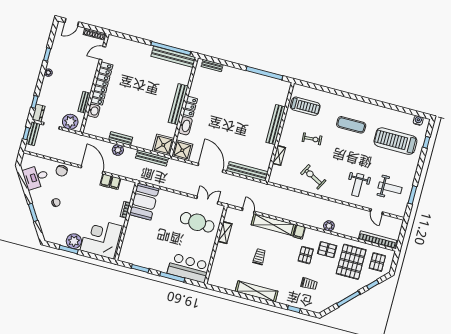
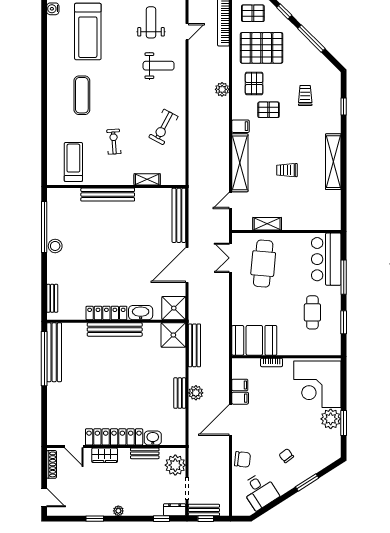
wardrobe: (90, 73) -> (105, 455), added
stool: (249, 77) -> (55, 246), added
locker: (190, 106) -> (106, 313), width x1.53
cafe table: (153, 248) -> (312, 312), added

